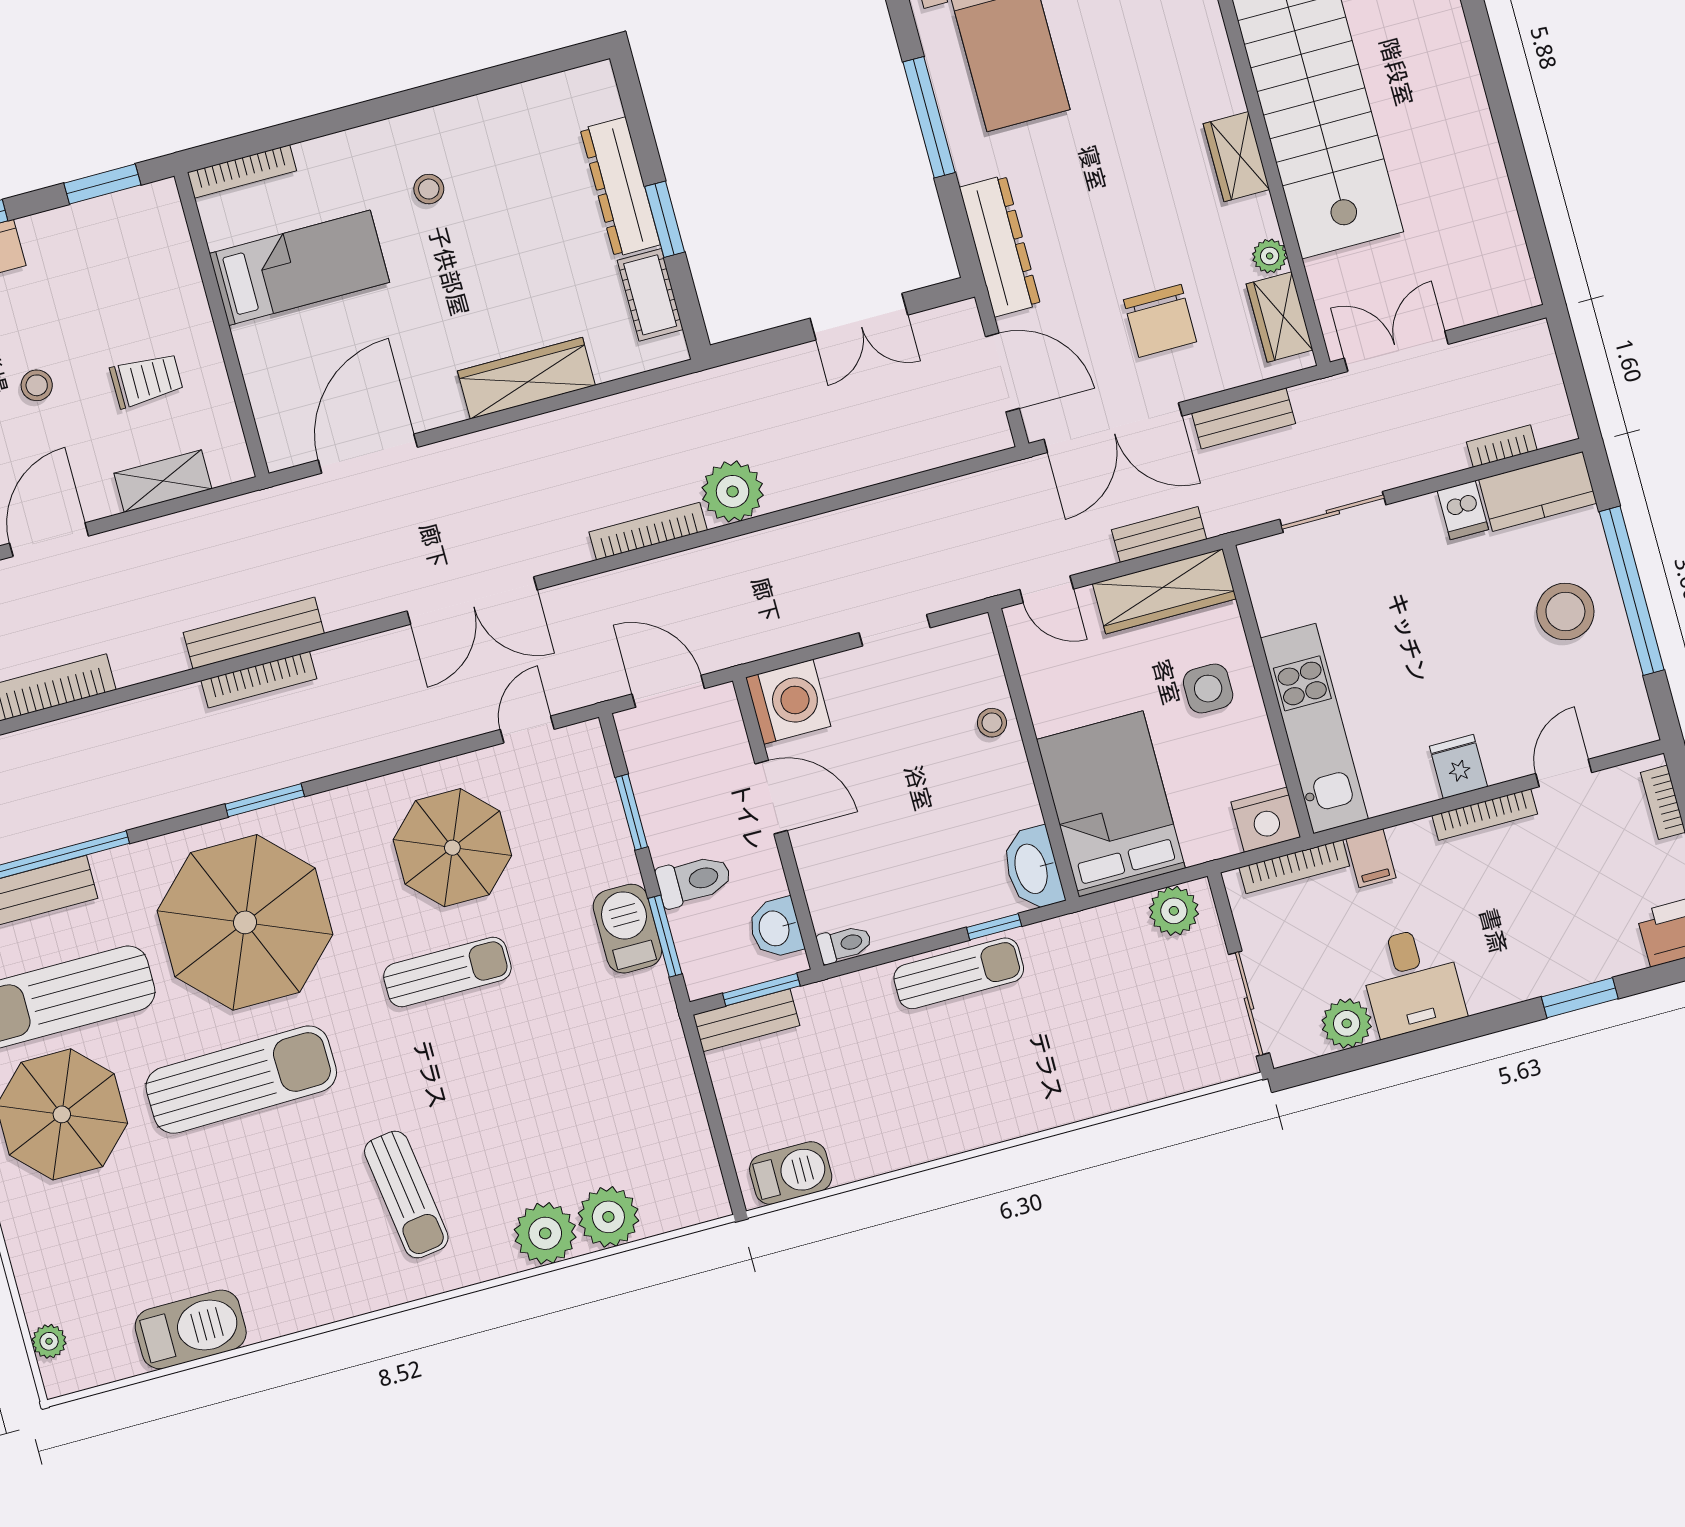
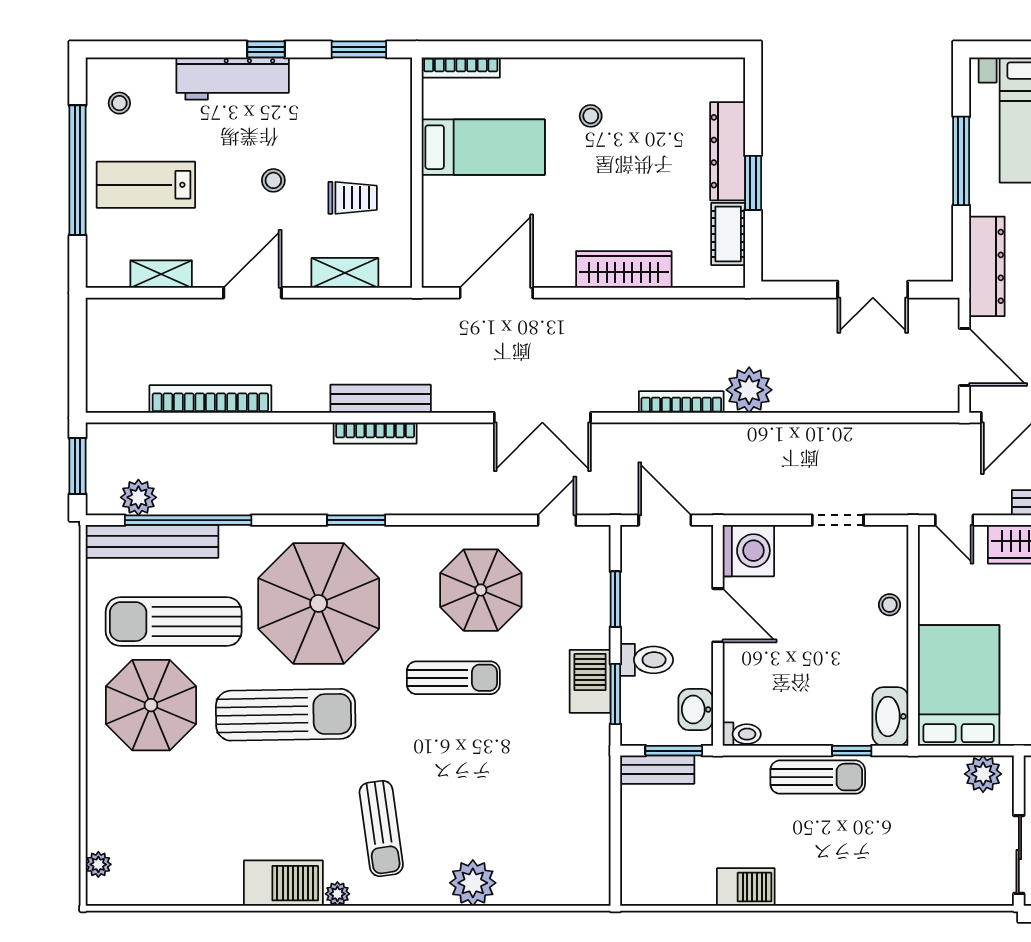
barbecue: (791, 1173) -> (746, 887), moved
plant: (608, 1217) -> (337, 894), moved, width x0.53, depth x0.53
barbecue: (191, 1329) -> (283, 883), moved

